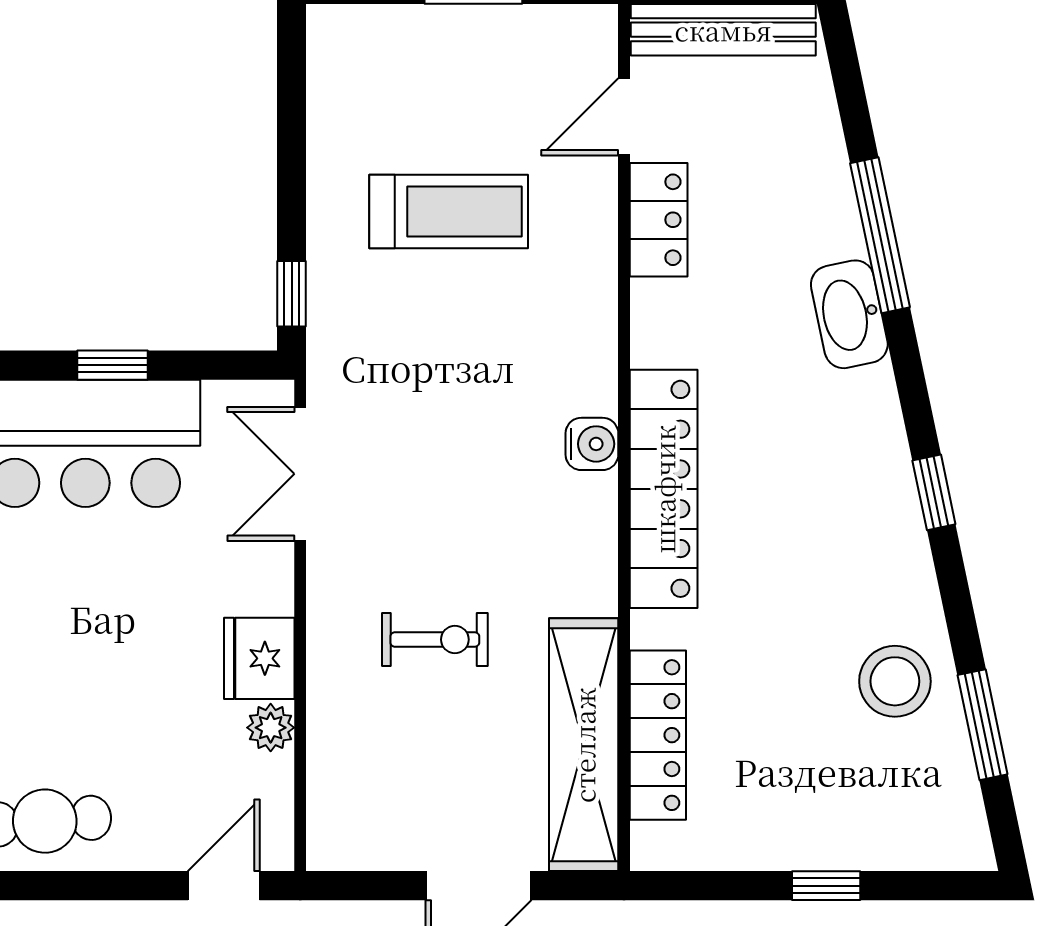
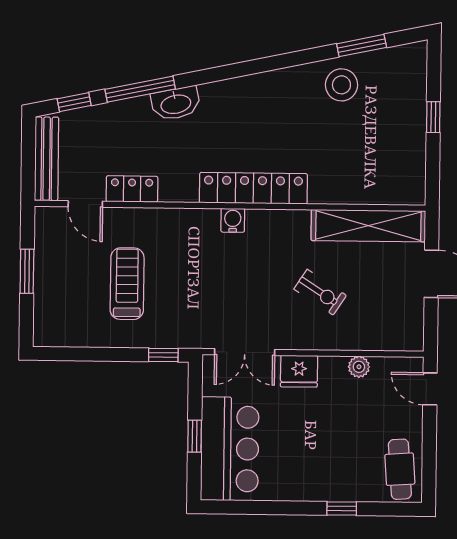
window: (934, 492) -> (74, 102), moved
exercise bike: (435, 640) -> (320, 292), turned 123
fridge: (259, 658) -> (299, 371), moved
locker: (658, 735) -> (364, 192), removed

